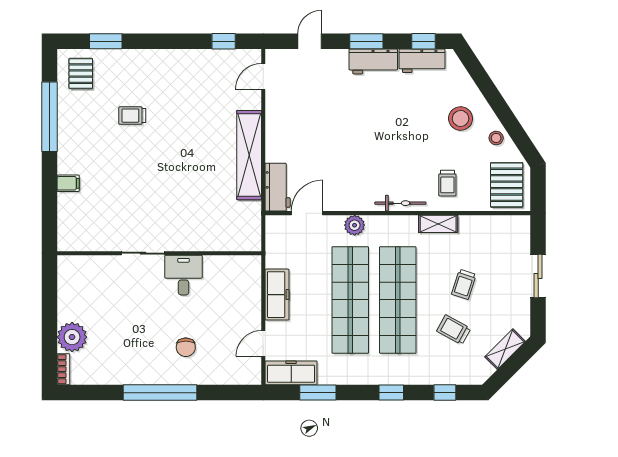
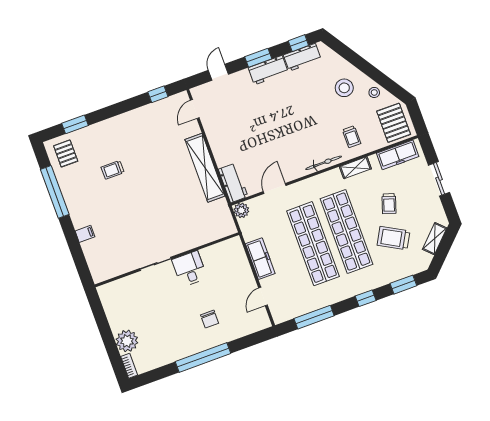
door: (307, 213) -> (275, 189), moved
plant: (355, 225) -> (241, 210), moved
trolley: (454, 330) -> (393, 238), width x1.36, depth x1.39
freezer: (291, 373) -> (398, 155), moved, turned 180
window: (318, 393) -> (314, 317), width x1.44
window: (445, 393) -> (403, 285), width x1.50

